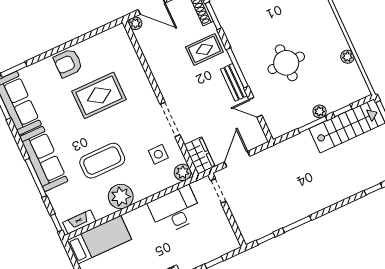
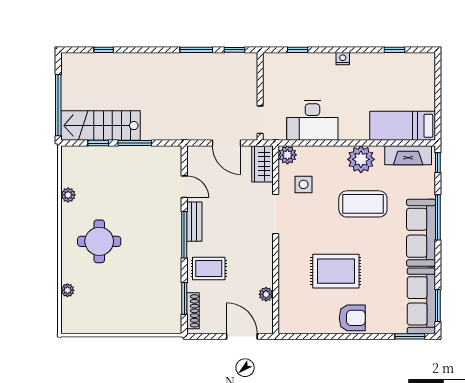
plant: (135, 23) -> (266, 294), moved
round table: (286, 63) -> (99, 241), moved
plant: (320, 111) -> (122, 153), removed
door: (237, 159) -> (227, 143), hinge flipped
fireplace: (79, 222) -> (408, 155), width x1.37, depth x1.32

